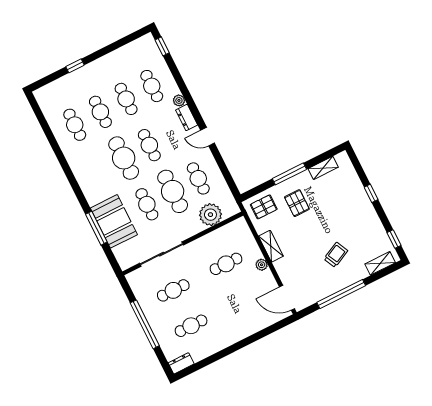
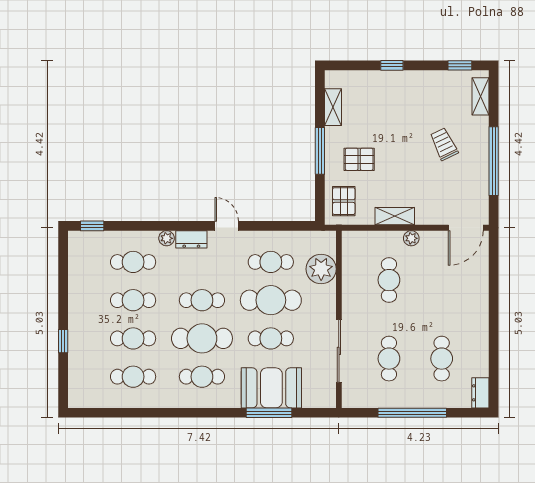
door: (208, 137) -> (227, 226), swing flipped
cafe table: (98, 171) -> (202, 377), added

